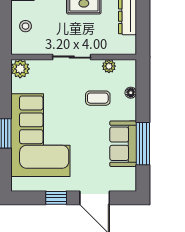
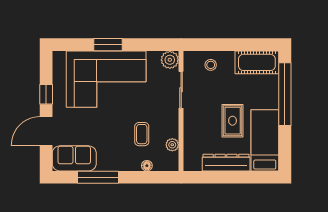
sliding door: (72, 57) -> (181, 90), moved
sofa: (123, 144) -> (74, 158), moved

